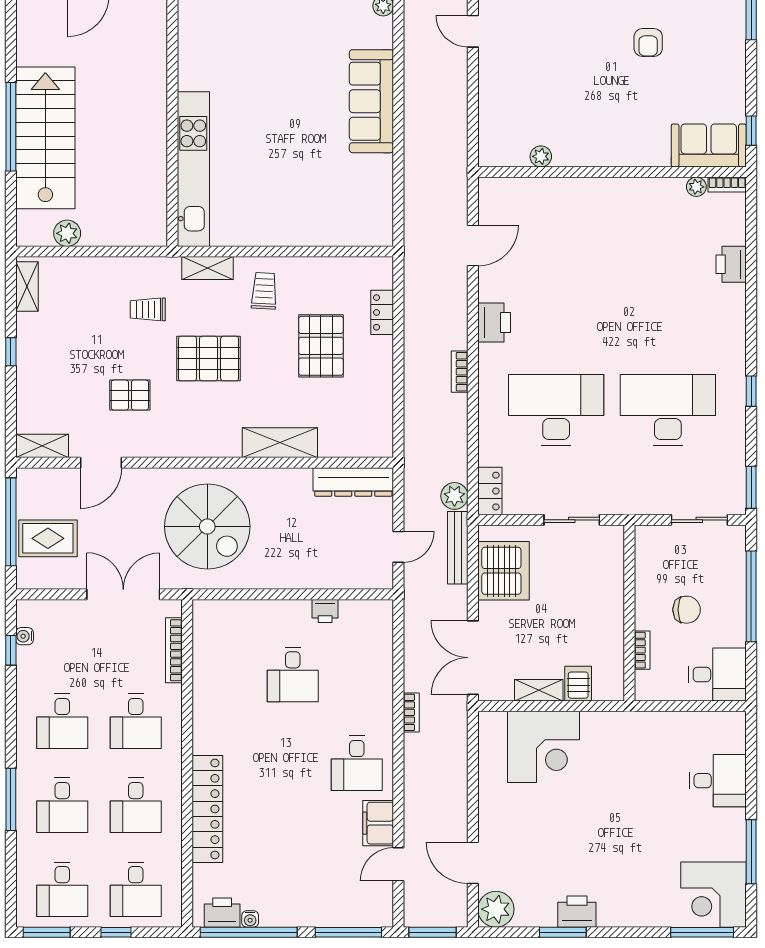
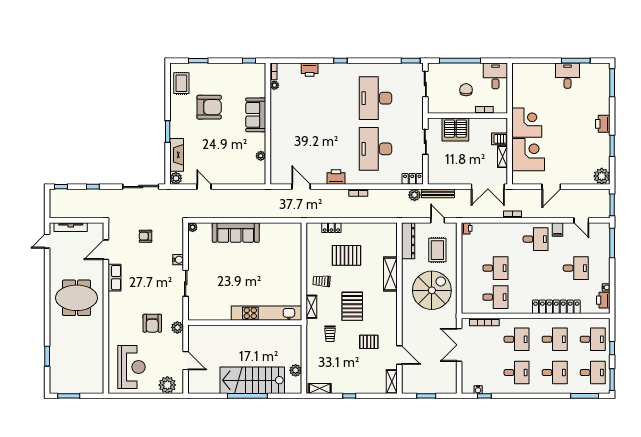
door: (473, 31) -> (204, 187), swing flipped
armchair: (648, 43) -> (209, 107), width x1.88, depth x1.88
sofa: (709, 145) -> (256, 115), moved
window: (751, 391) -> (340, 61), moved
pallet: (130, 395) -> (369, 342), turned 90
window: (11, 522) -> (426, 396), width x0.47
spiral stairs: (207, 527) -> (432, 290), moved
rug: (48, 538) -> (437, 250), moved
server rack: (503, 571) -> (455, 130), moved, turned 180
printer: (325, 611) -> (467, 228), moved
desk: (229, 675) -> (495, 297), added
desk: (718, 781) -> (568, 76), moved
window: (11, 799) -> (585, 396), moved
filing cabinet: (378, 823) -> (558, 229), width x0.50
desk: (293, 852) -> (576, 268), added
door: (473, 863) -> (551, 187), moved
corner desk: (713, 895) -> (527, 123), moved, turned -90
printer: (577, 912) -> (603, 124), moved
window: (249, 932) -> (612, 288), removed

